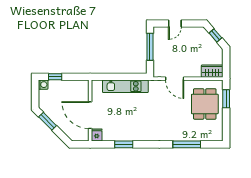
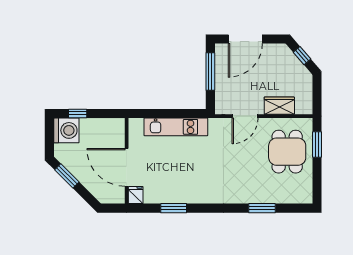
door: (175, 24) -> (245, 39), width x1.88
wardrobe: (212, 71) -> (279, 106), moved
door: (175, 79) -> (245, 116), hinge flipped
washing machine: (43, 85) -> (66, 130), width x1.89, depth x1.89
window: (187, 144) -> (262, 208), width x0.69

